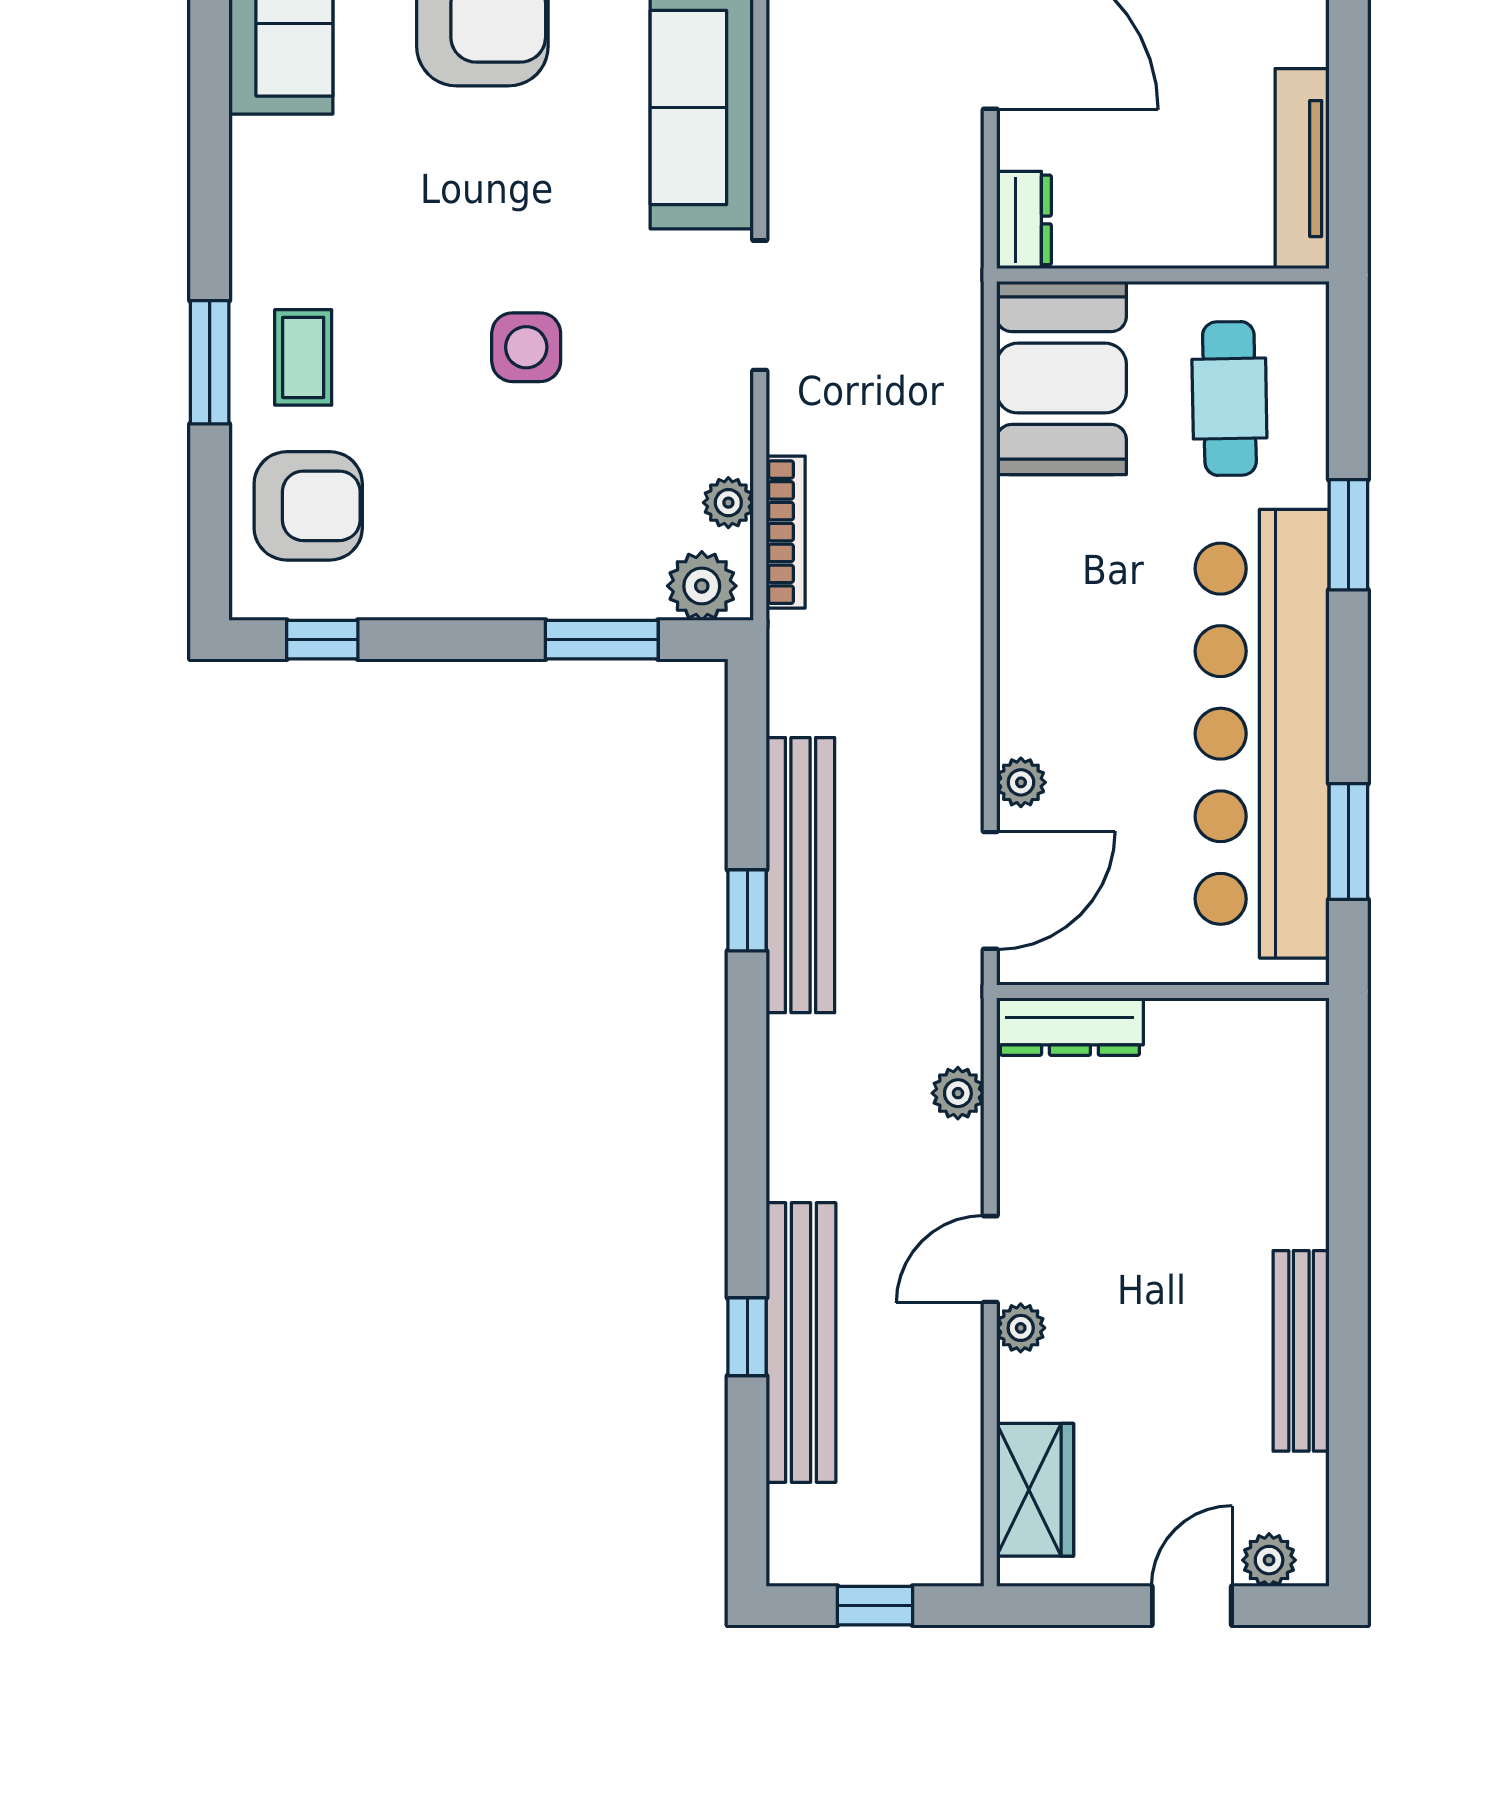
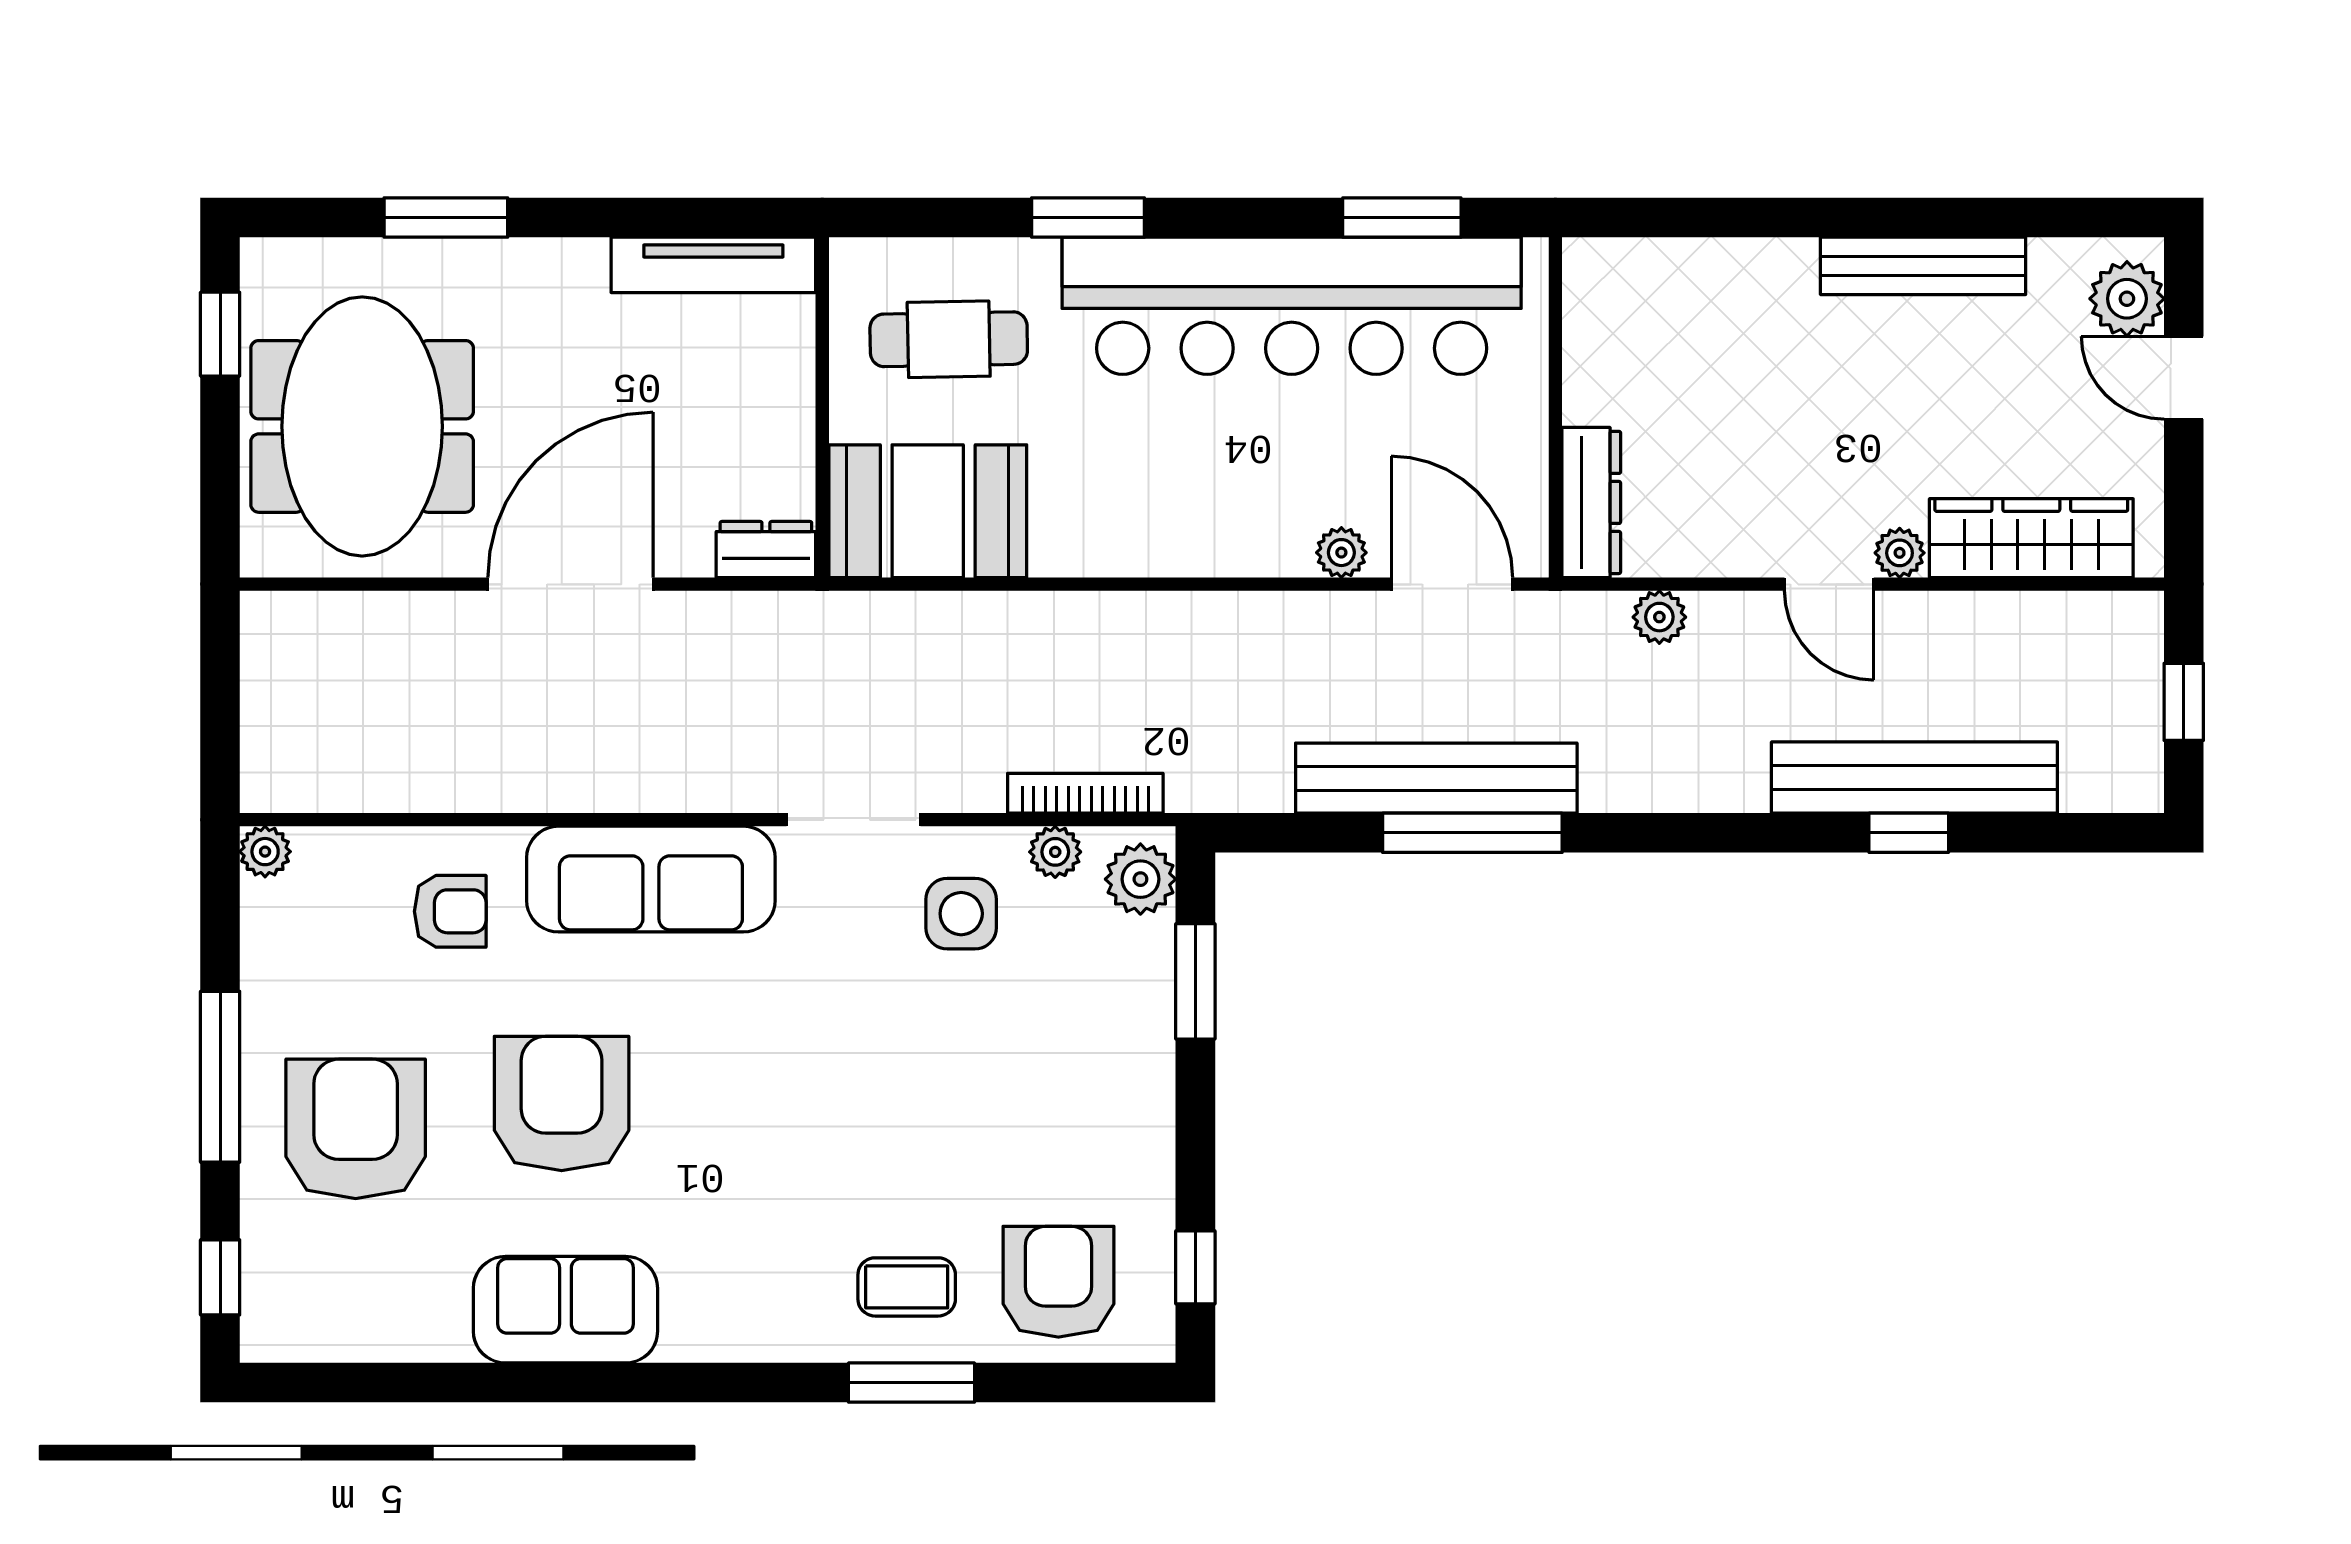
side table: (526, 347) -> (961, 914), moved
window: (747, 910) -> (1472, 833), width x2.17
wardrobe: (1035, 1490) -> (2031, 538), width x1.50
plant: (1269, 1560) -> (2127, 299), width x1.38, depth x1.38

